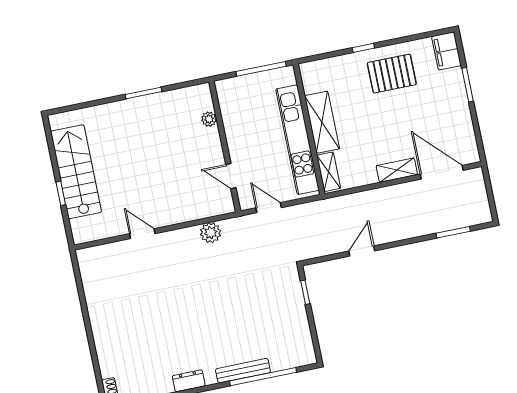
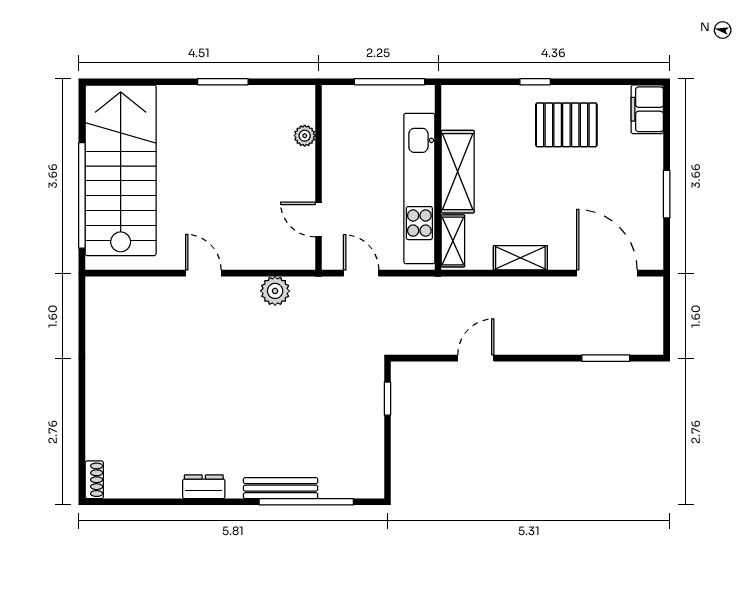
window: (468, 85) -> (667, 194), moved
shelving: (397, 170) -> (520, 258), moved
stairs: (76, 172) -> (121, 170), width x1.36, depth x1.51
window: (61, 193) -> (82, 195), width x3.17
door: (142, 234) -> (203, 273), moved

